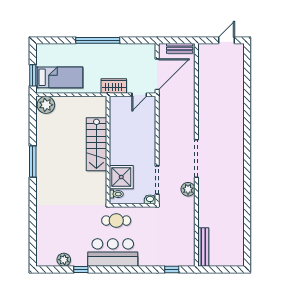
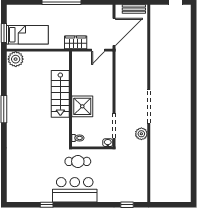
shower: (121, 177) -> (82, 106), moved
bench: (203, 247) -> (155, 185), removed
plant: (64, 260) -> (31, 196), removed

